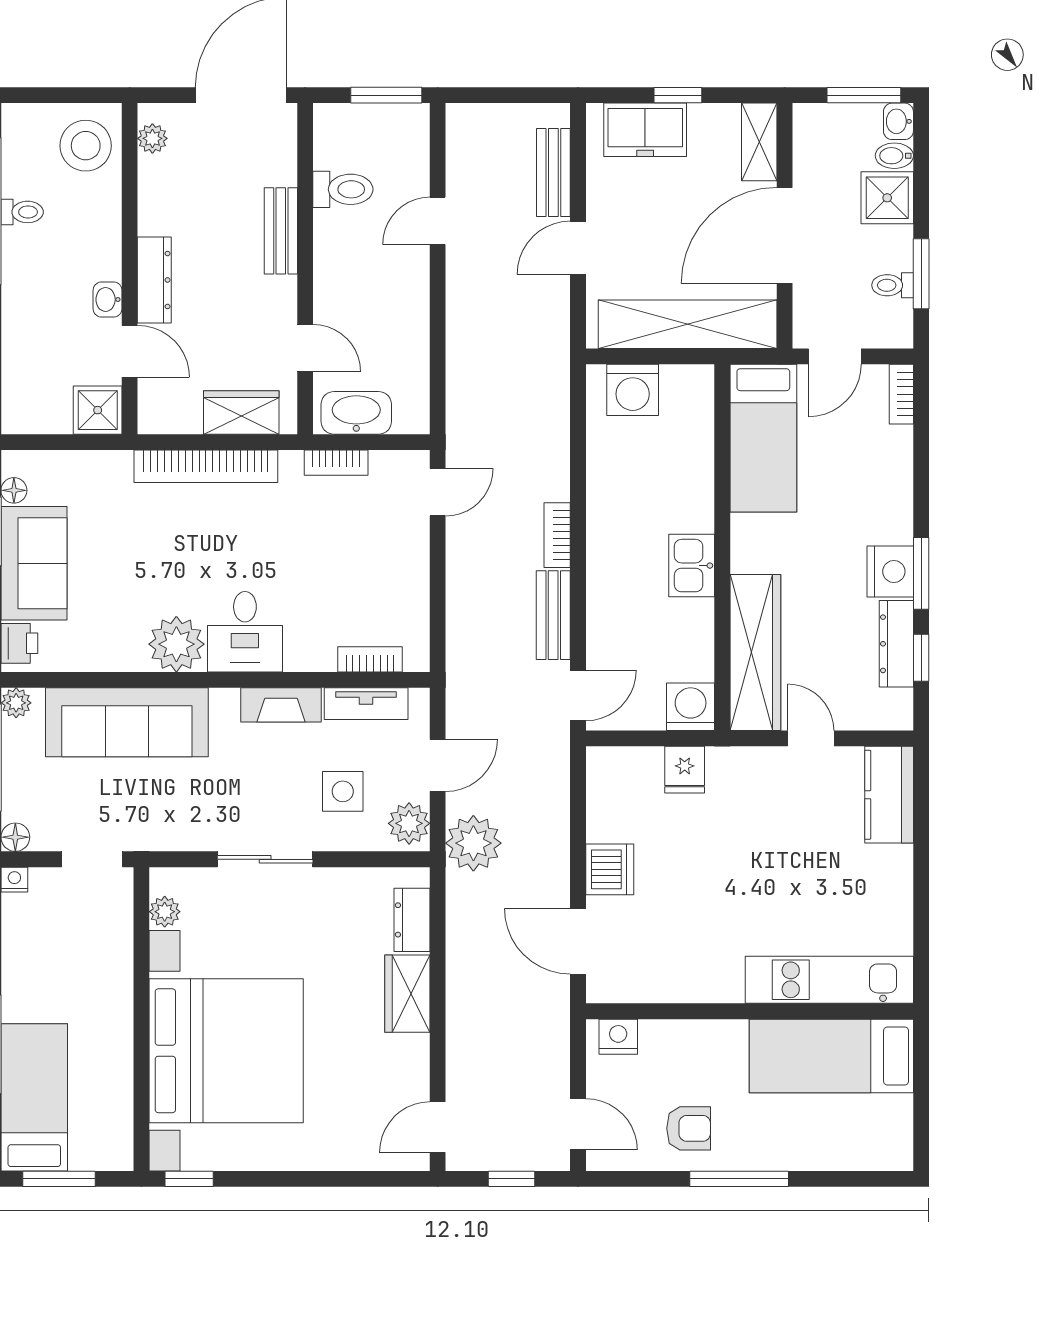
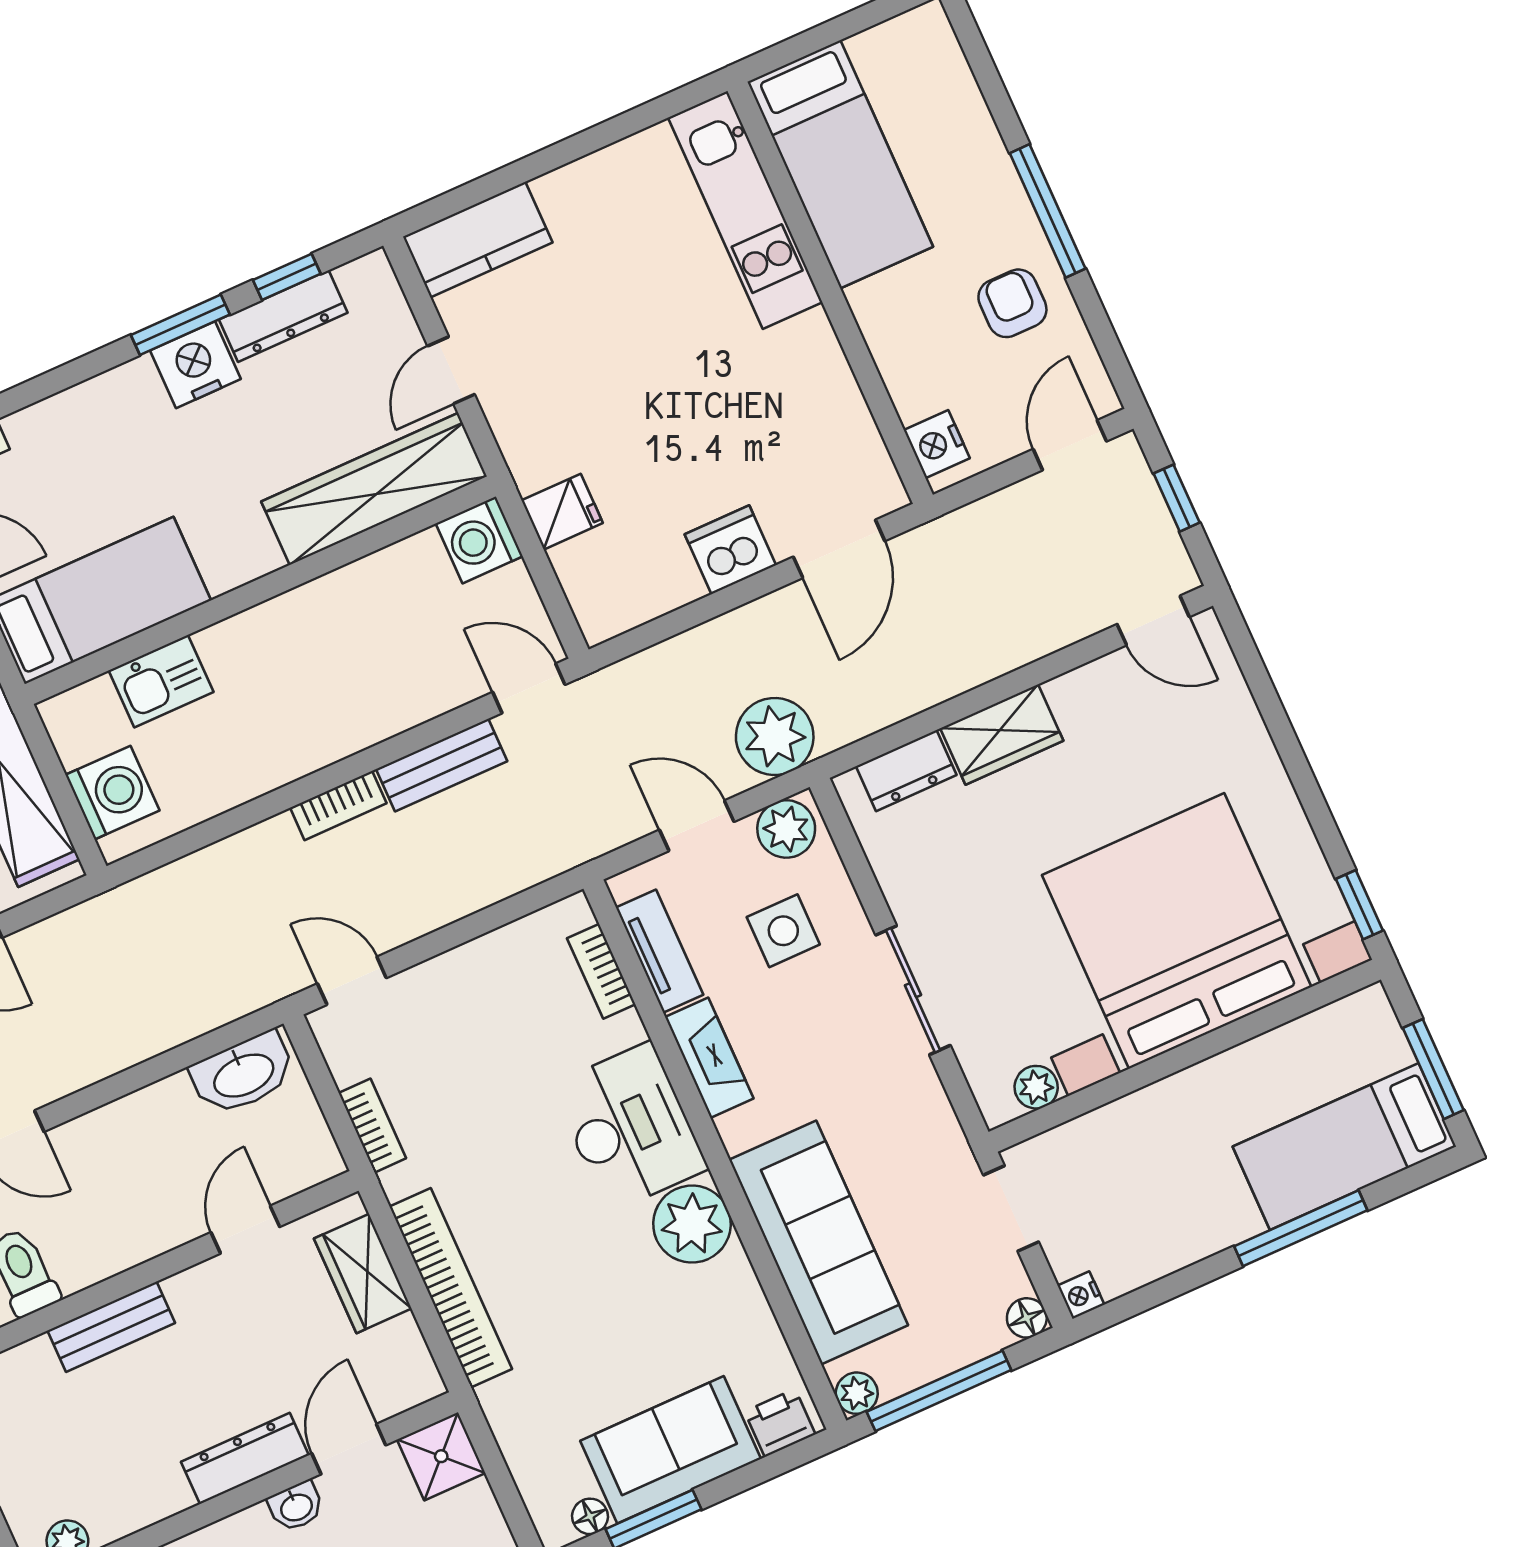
washbasin: (356, 413) -> (243, 1074), moved, turned -90
kitchen sink: (692, 566) -> (161, 681), moved
desk: (245, 632) -> (630, 1127), width x1.37

